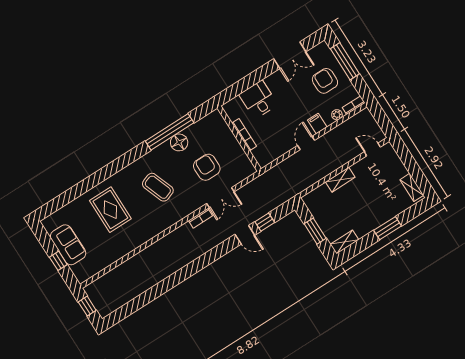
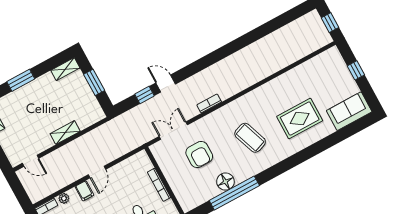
double door: (220, 198) -> (173, 131), moved
rug: (110, 210) -> (300, 118), turned 90
sofa: (68, 245) -> (349, 111), moved, turned 90

